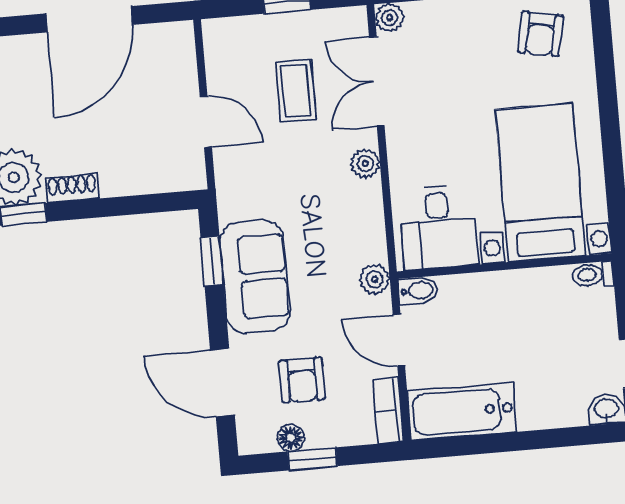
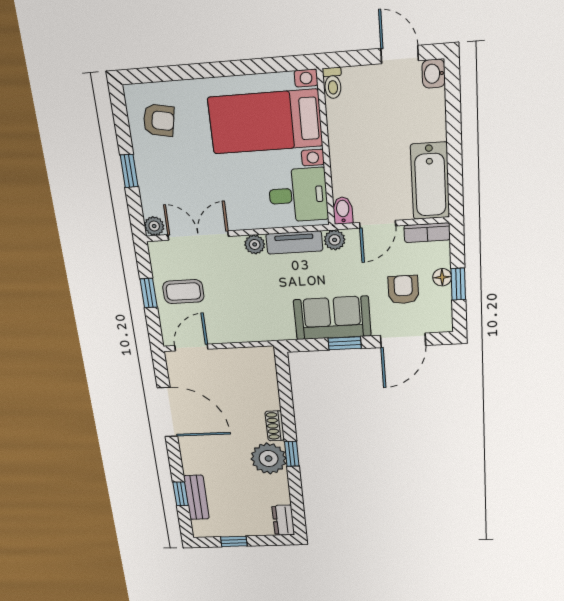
double door: (377, 81) -> (198, 236), swing flipped
coffee table: (296, 91) -> (183, 292), moved
door: (206, 122) -> (191, 347), moved
tv unit: (370, 221) -> (294, 242), added
window: (212, 261) -> (345, 343), moved
armchair: (302, 380) -> (403, 290), turned -90
floor lamp: (291, 438) -> (442, 277), moved

